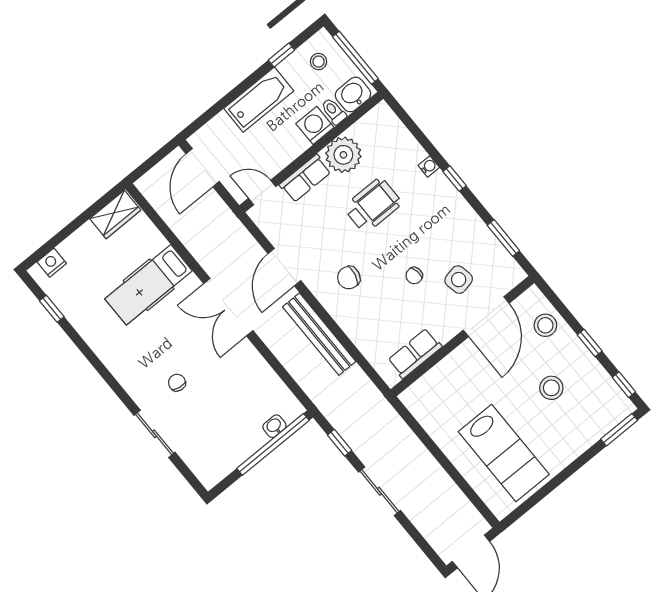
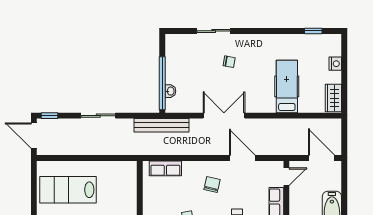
nightstand: (52, 263) -> (335, 64), moved
double door: (228, 307) -> (224, 116), moved
bench: (319, 334) -> (162, 125), moved
row of seats: (415, 353) -> (165, 168), moved, turned 90
window: (340, 443) -> (49, 116), moved

